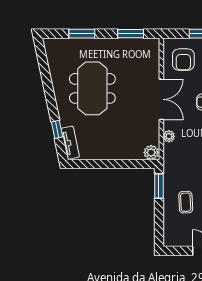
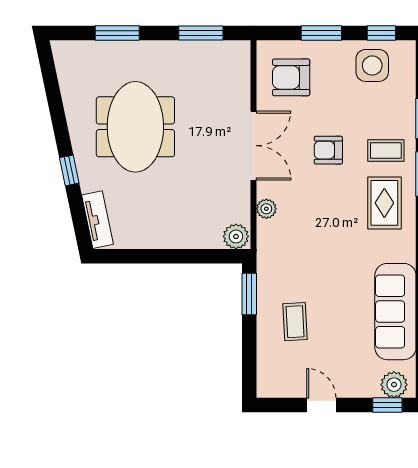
armchair: (183, 60) -> (291, 77), turned 90
window: (57, 129) -> (69, 170), moved

